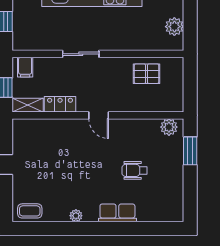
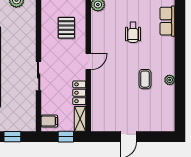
pallet: (146, 74) -> (66, 28), moved
coffee table: (30, 211) -> (145, 79), moved
row of seats: (117, 213) -> (167, 21), moved

